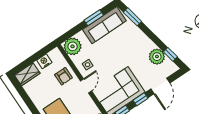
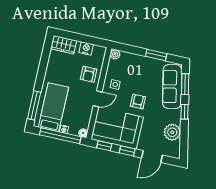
sofa: (104, 25) -> (172, 87), moved, turned 79
plant: (73, 46) -> (115, 54), width x0.53, depth x0.53
window: (170, 54) -> (184, 112), moved
armchair: (114, 60) -> (138, 101), added

